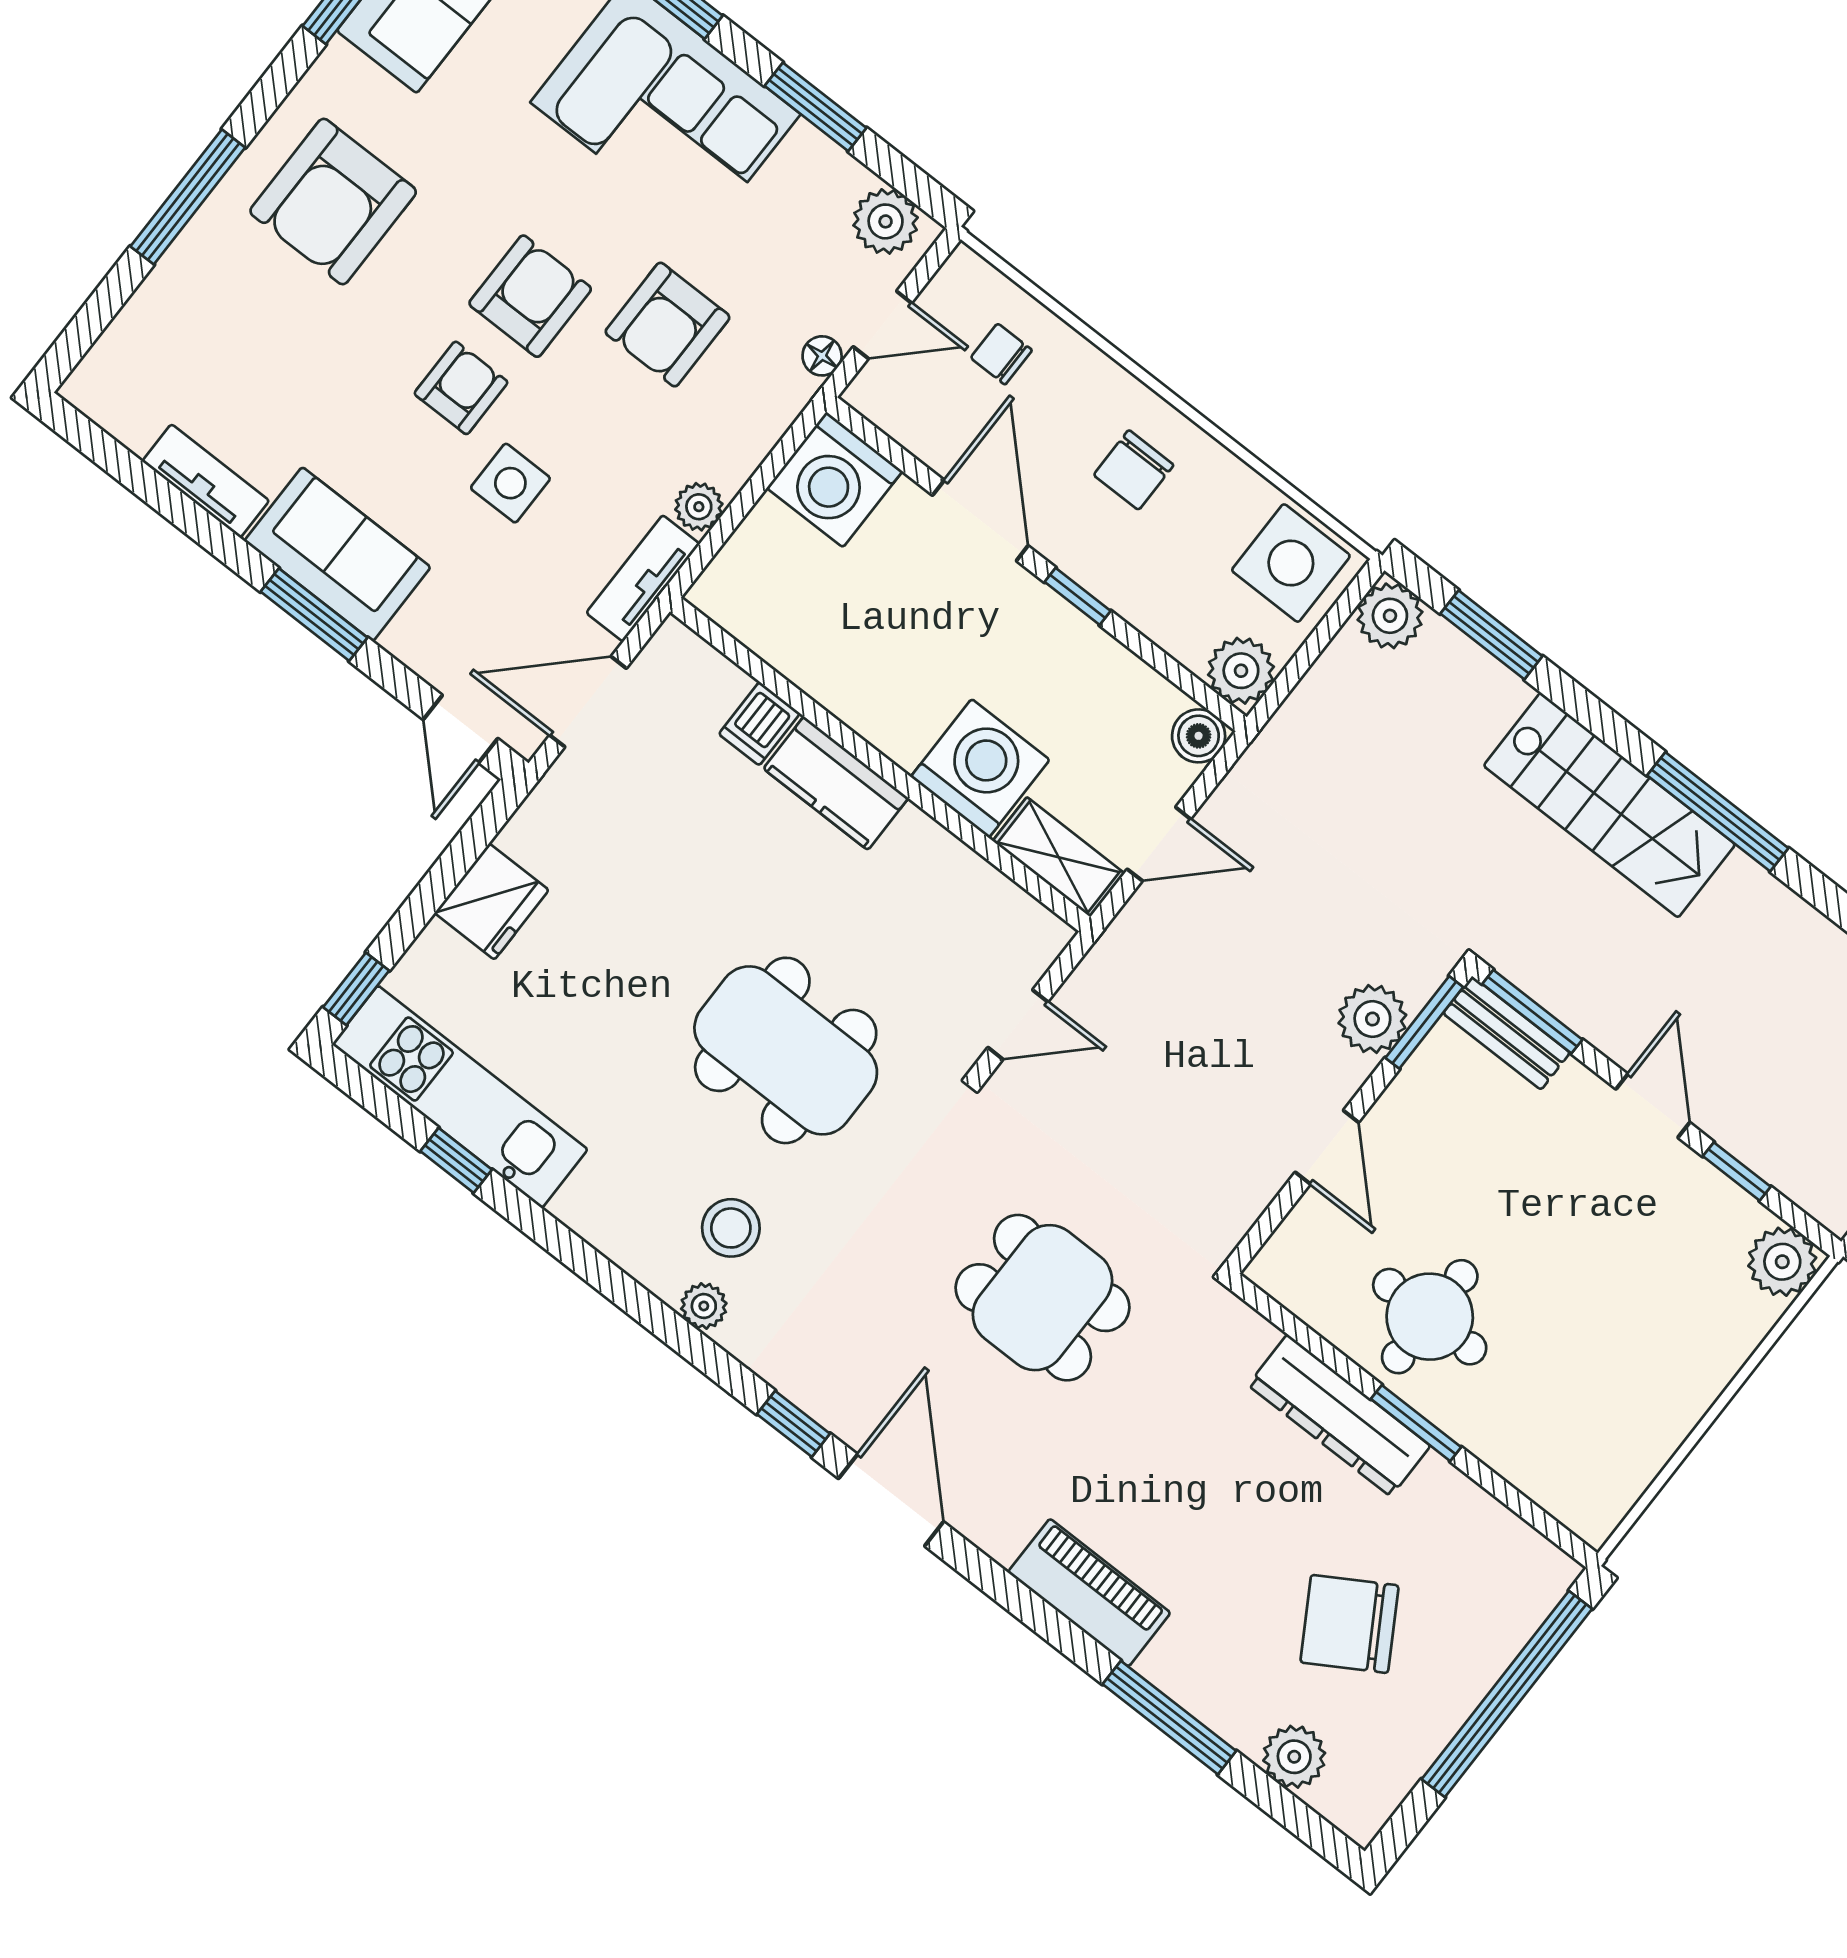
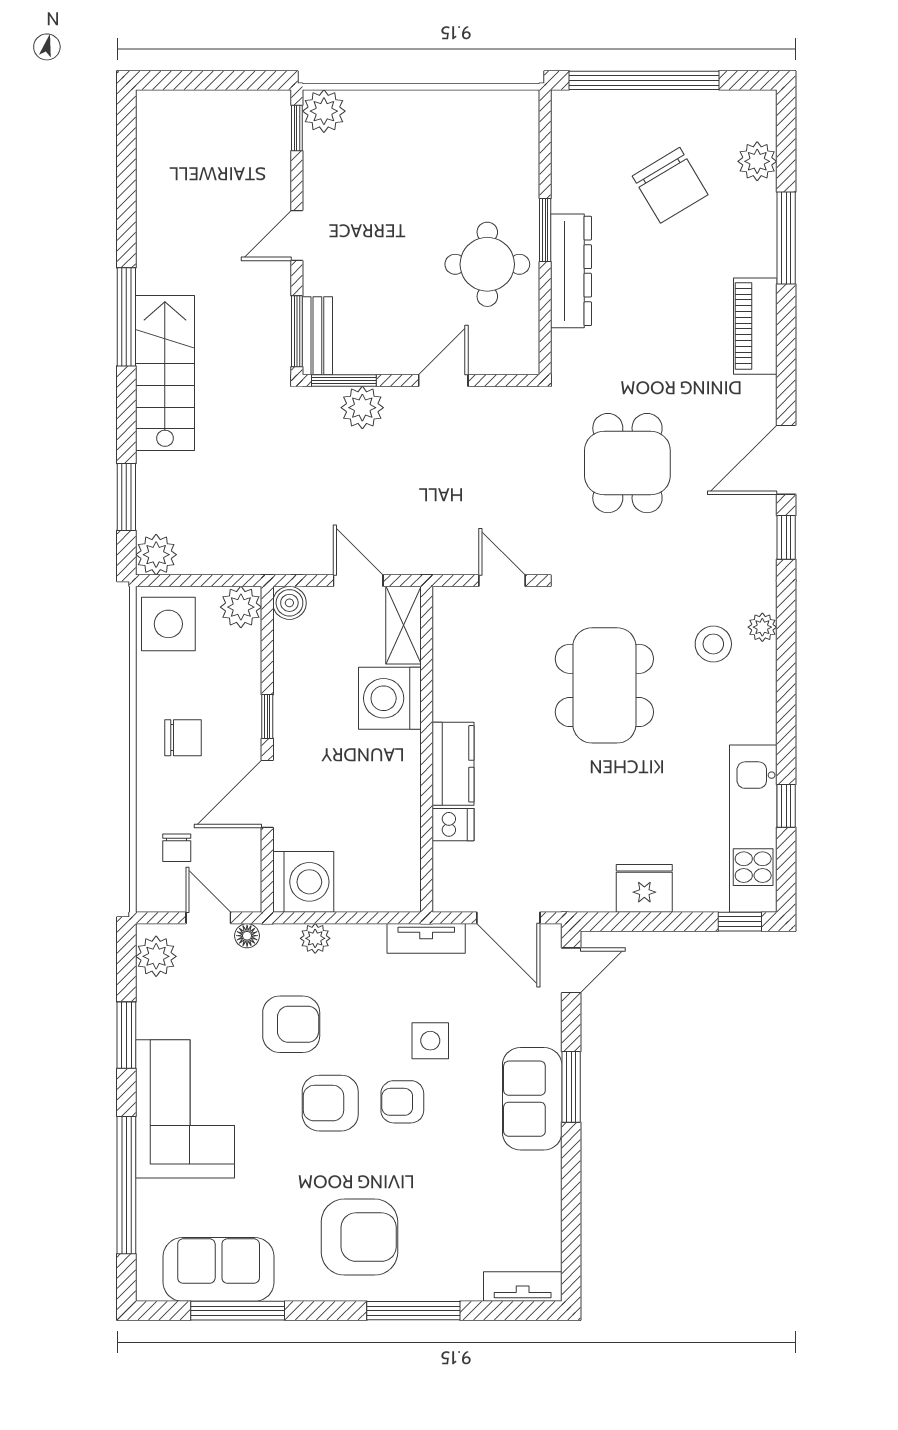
tv unit: (206, 481) -> (523, 1286), moved, turned 90
plant: (699, 507) -> (315, 938), moved
window: (1737, 1171) -> (297, 128), moved

